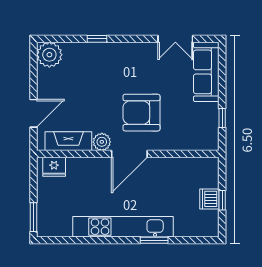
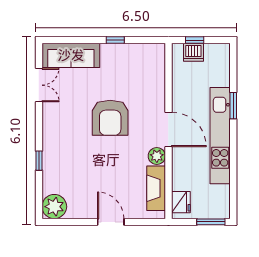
fireplace: (68, 141) -> (156, 188), moved
plant: (102, 142) -> (157, 156), moved
wall: (128, 154) -> (168, 131), moved
door: (129, 154) -> (168, 129), moved
fridge: (54, 167) -> (181, 202), moved

